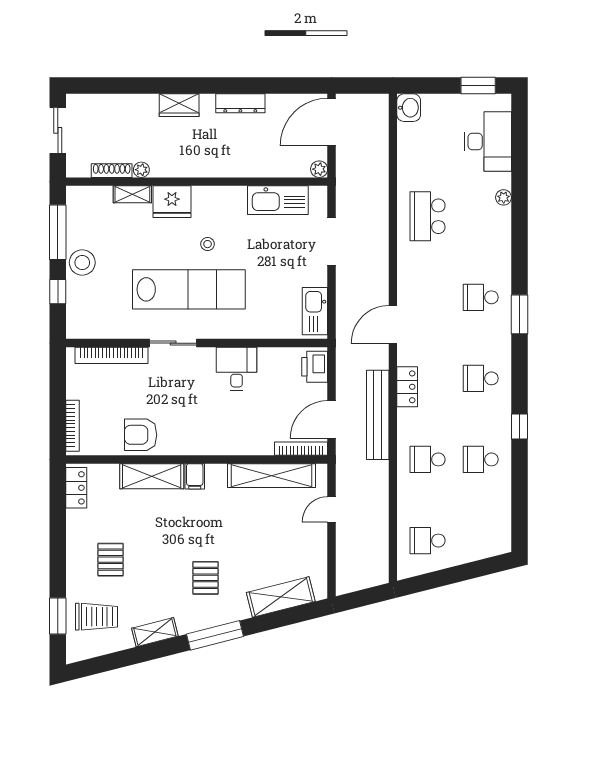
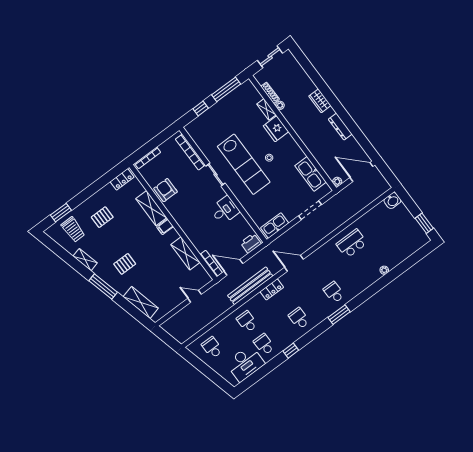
desk: (488, 141) -> (245, 363), moved
stool: (82, 263) -> (221, 110), removed
shelving: (271, 476) -> (186, 253), width x0.68

